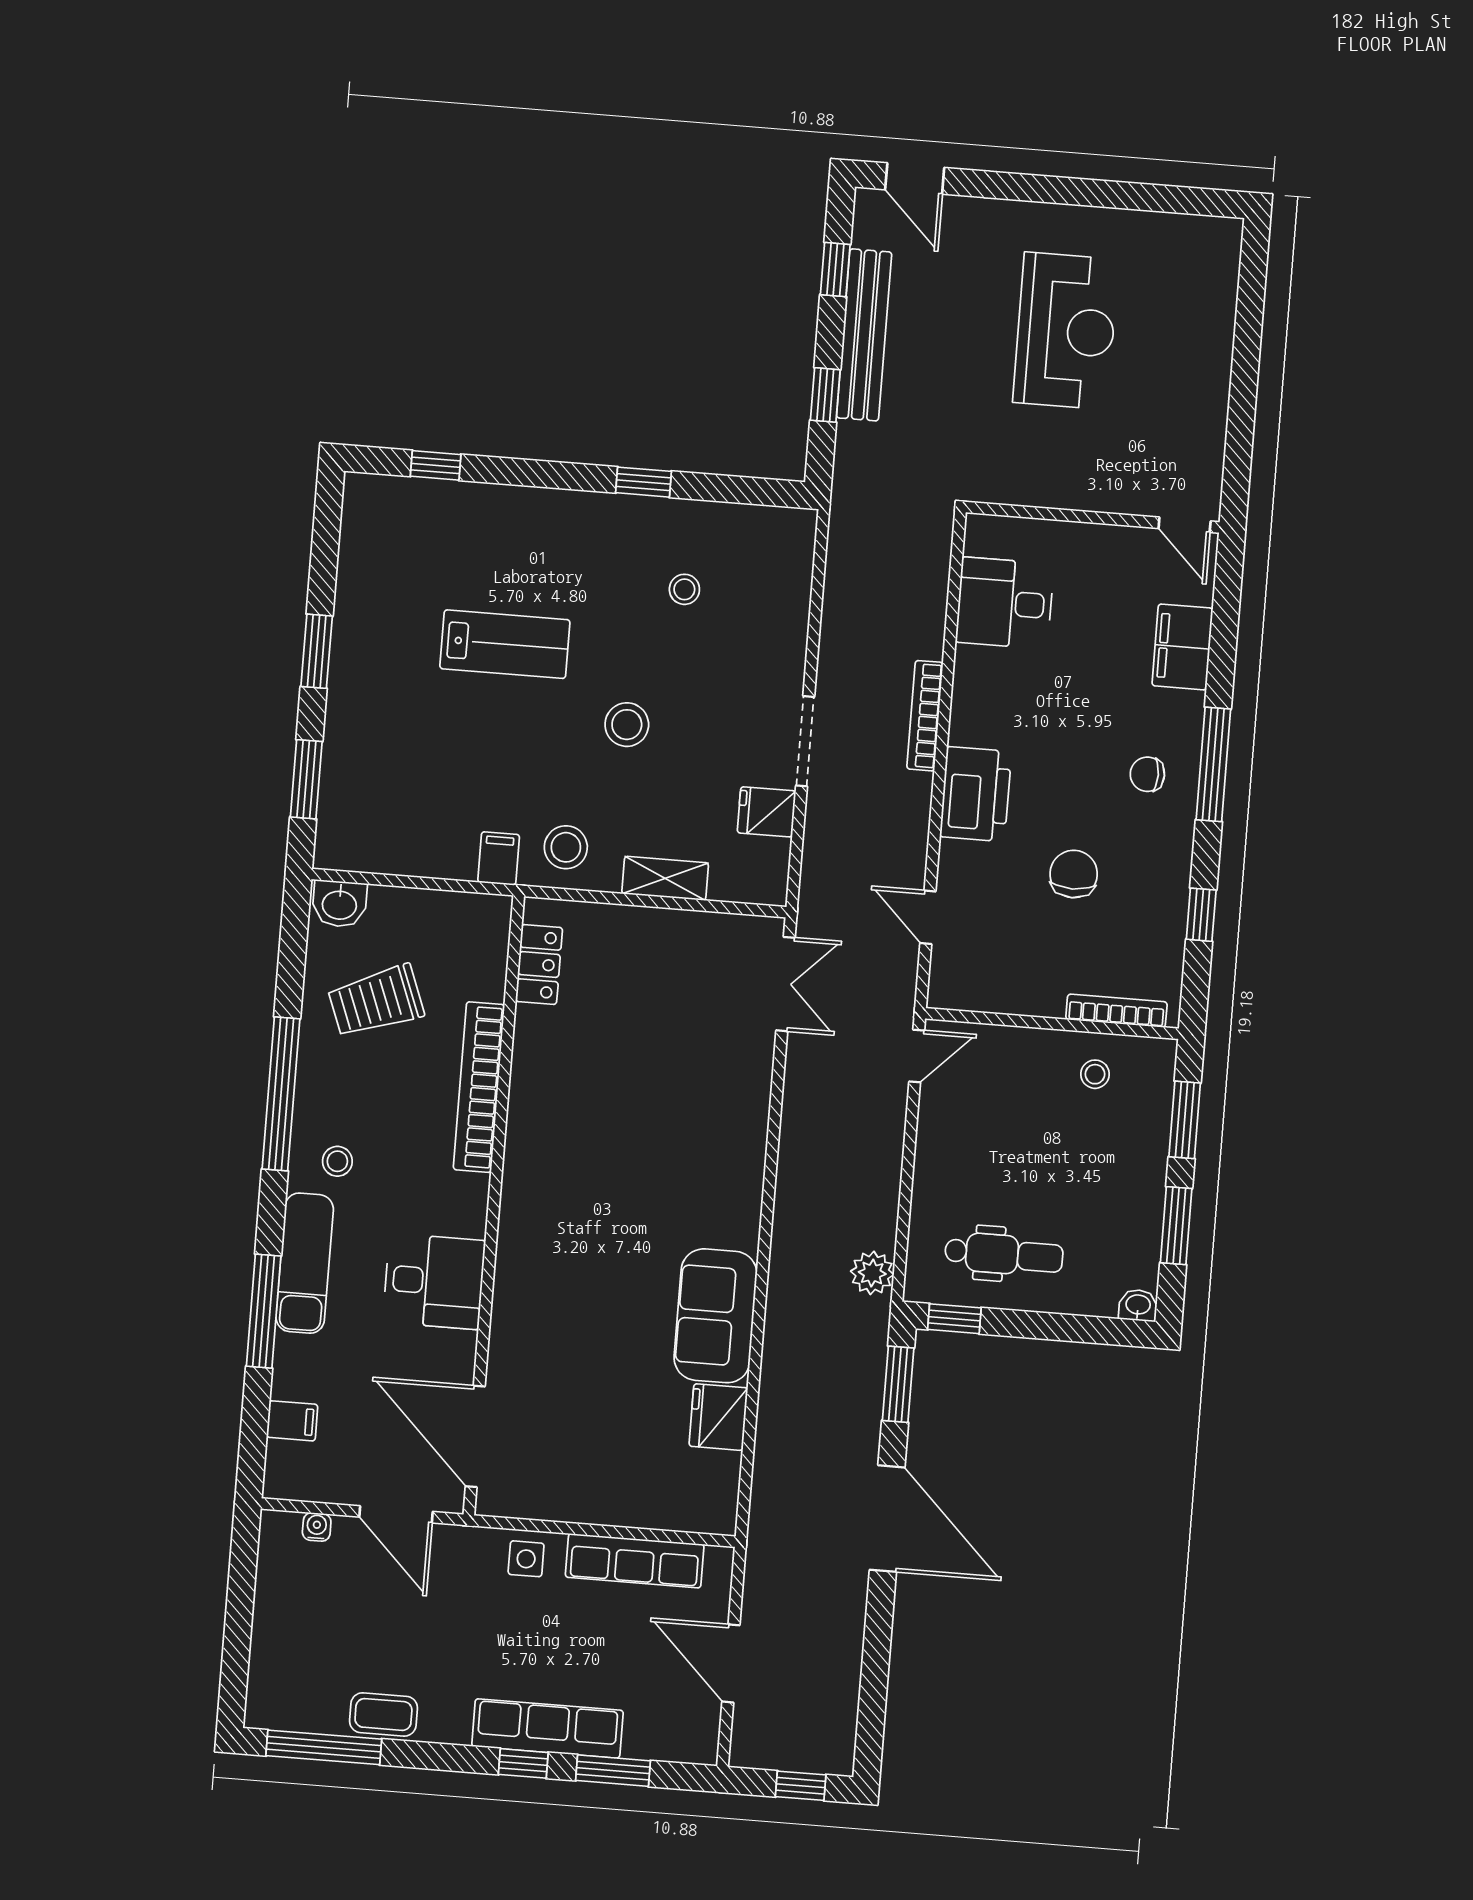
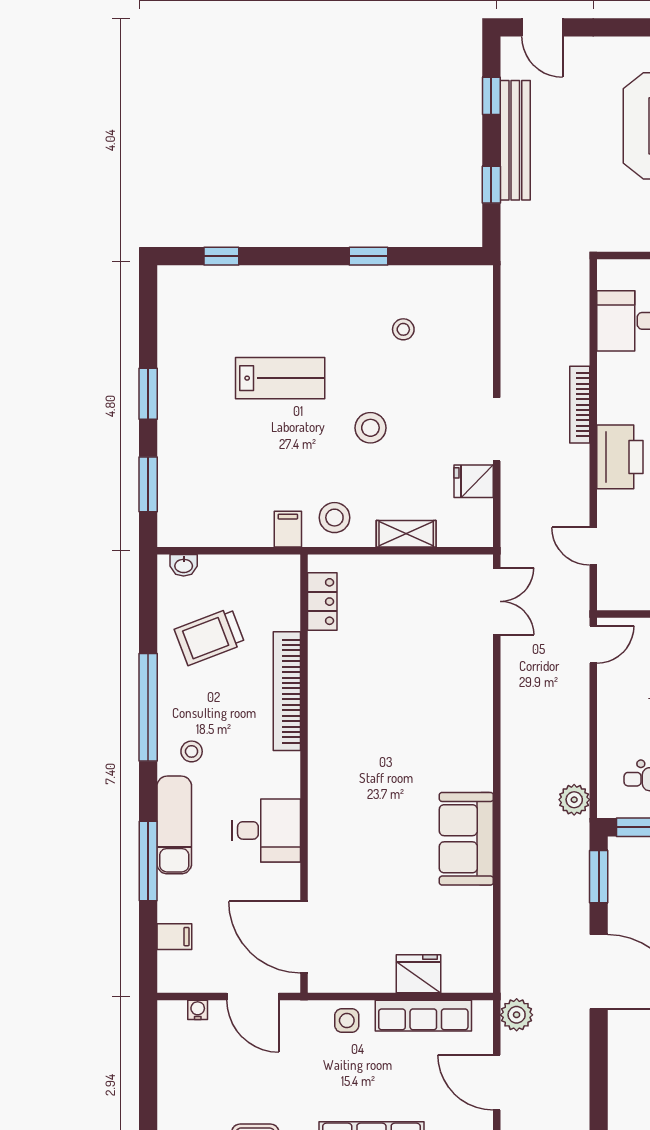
washbasin: (339, 904) -> (184, 565), width x0.72, depth x0.69
fridge: (718, 1417) -> (419, 974), moved, turned 90
plant: (766, 1570) -> (517, 1015), added

